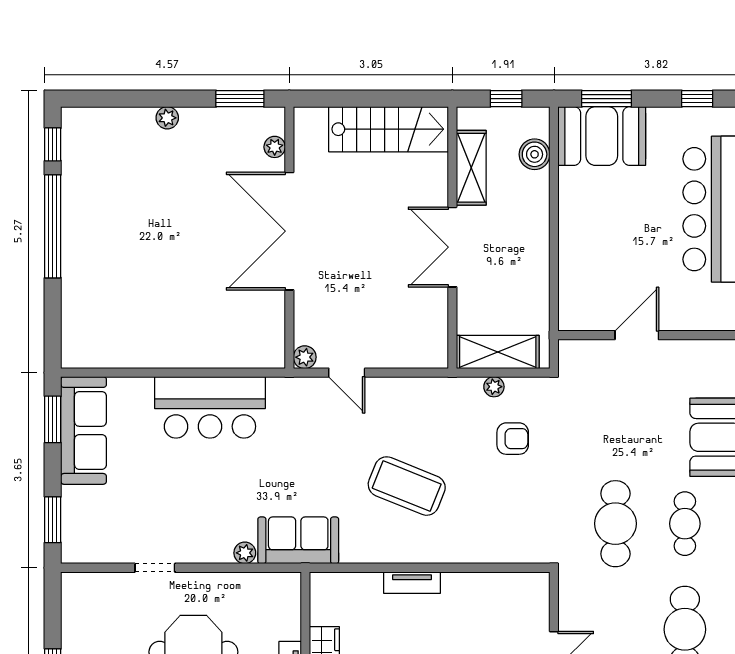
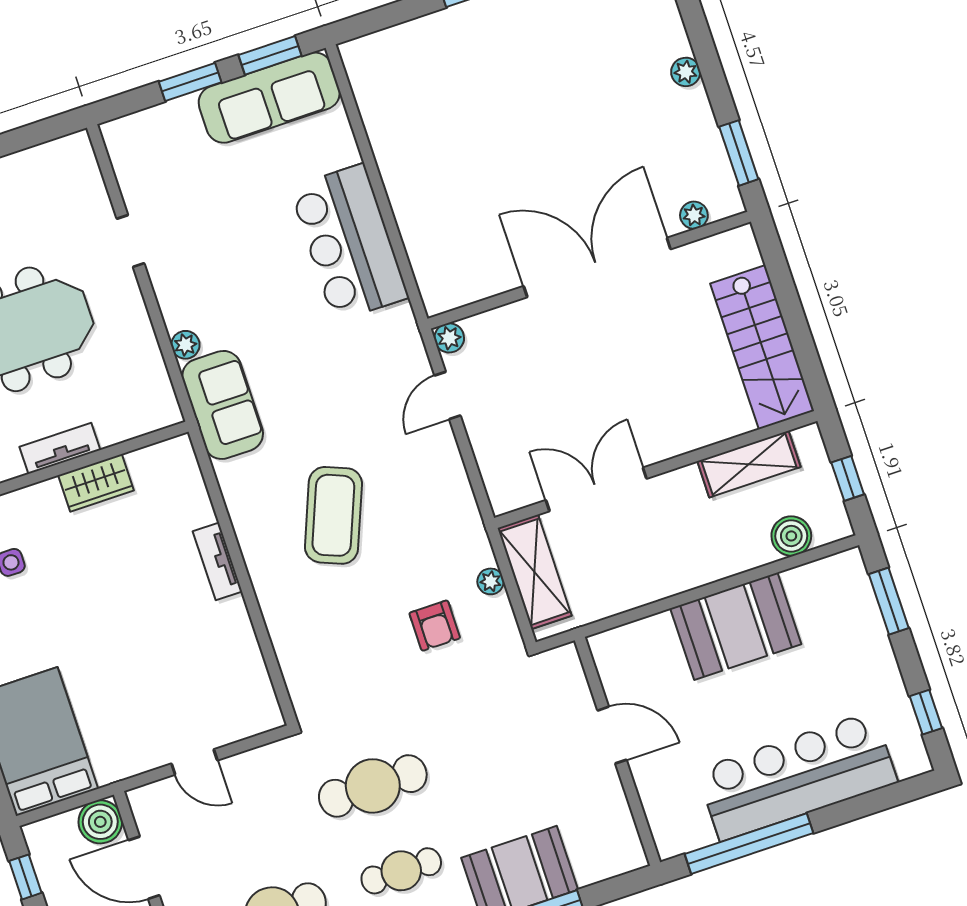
booth: (602, 136) -> (736, 626), moved, turned 90
double door: (452, 247) -> (596, 489), moved
window: (53, 520) -> (190, 82), moved

